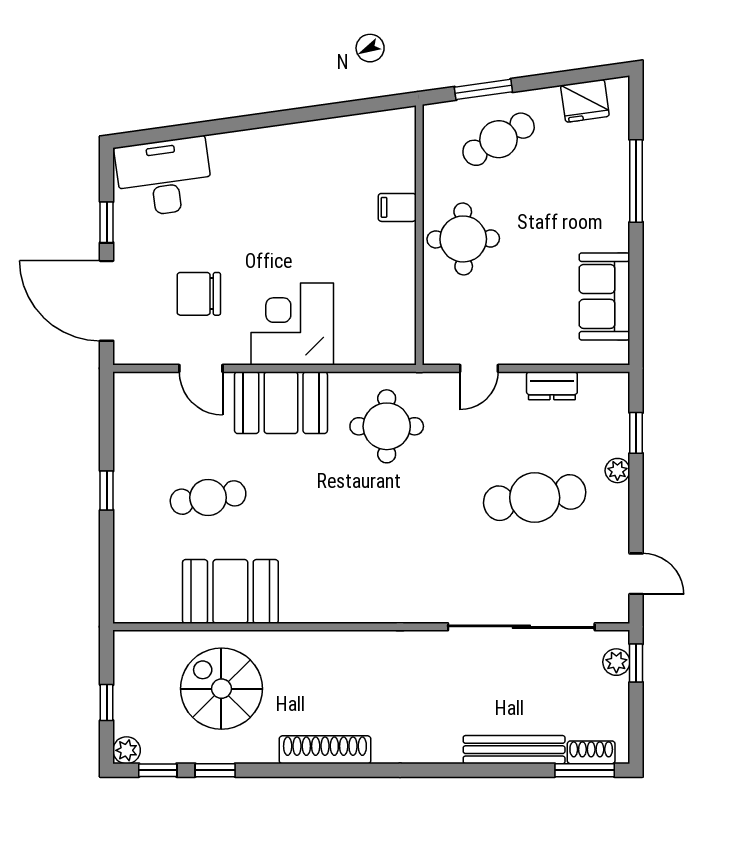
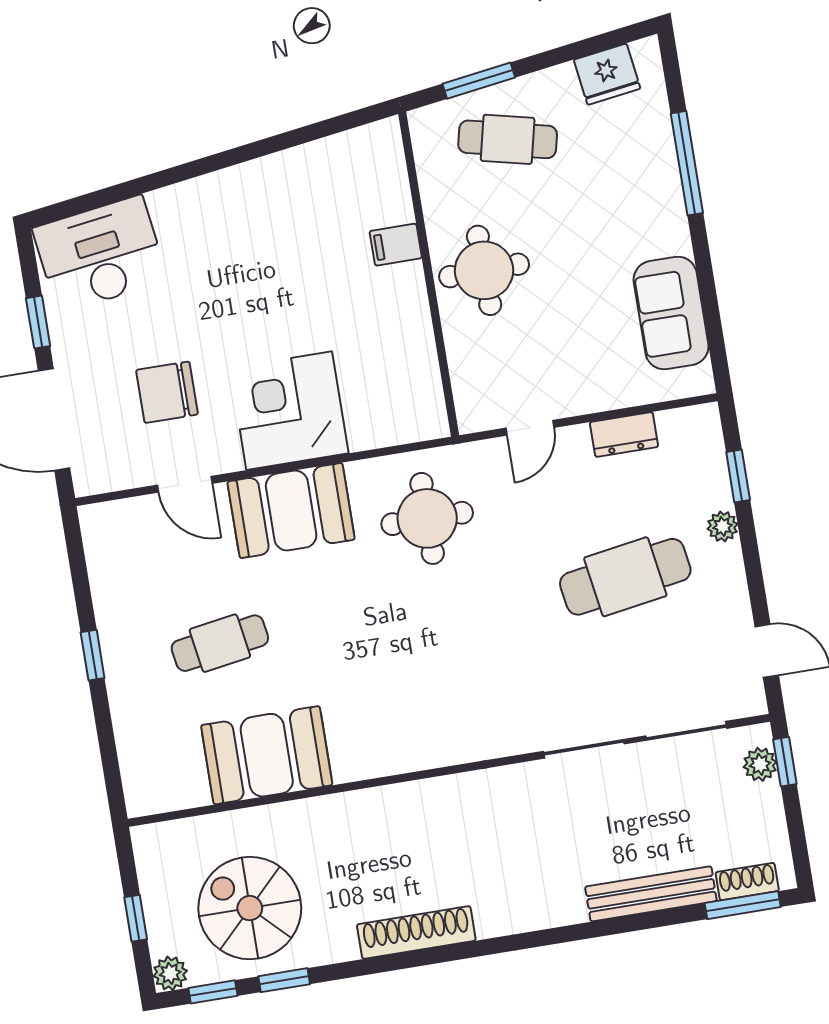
cafe table: (499, 139) -> (508, 139), turned 43
spiral stairs: (221, 689) -> (250, 908), moved

